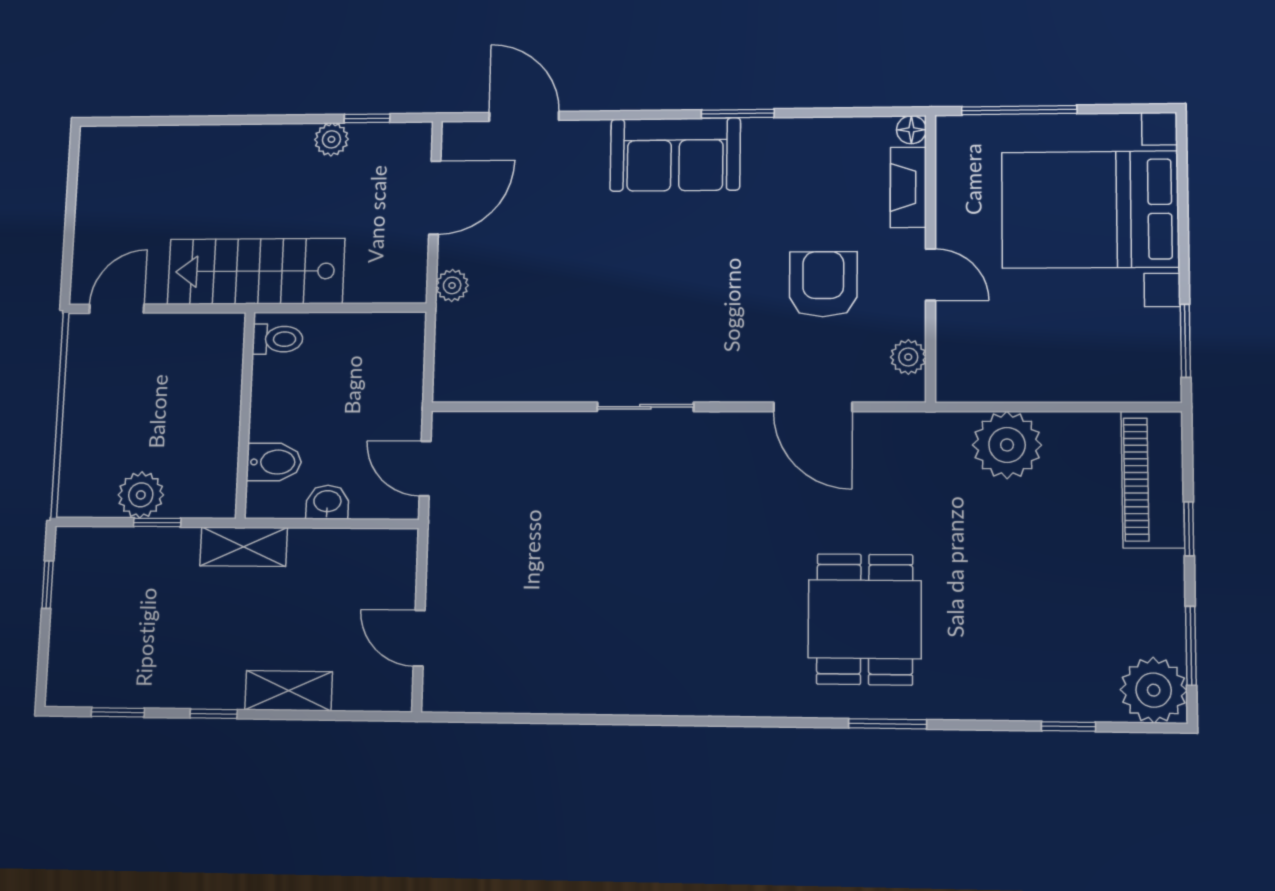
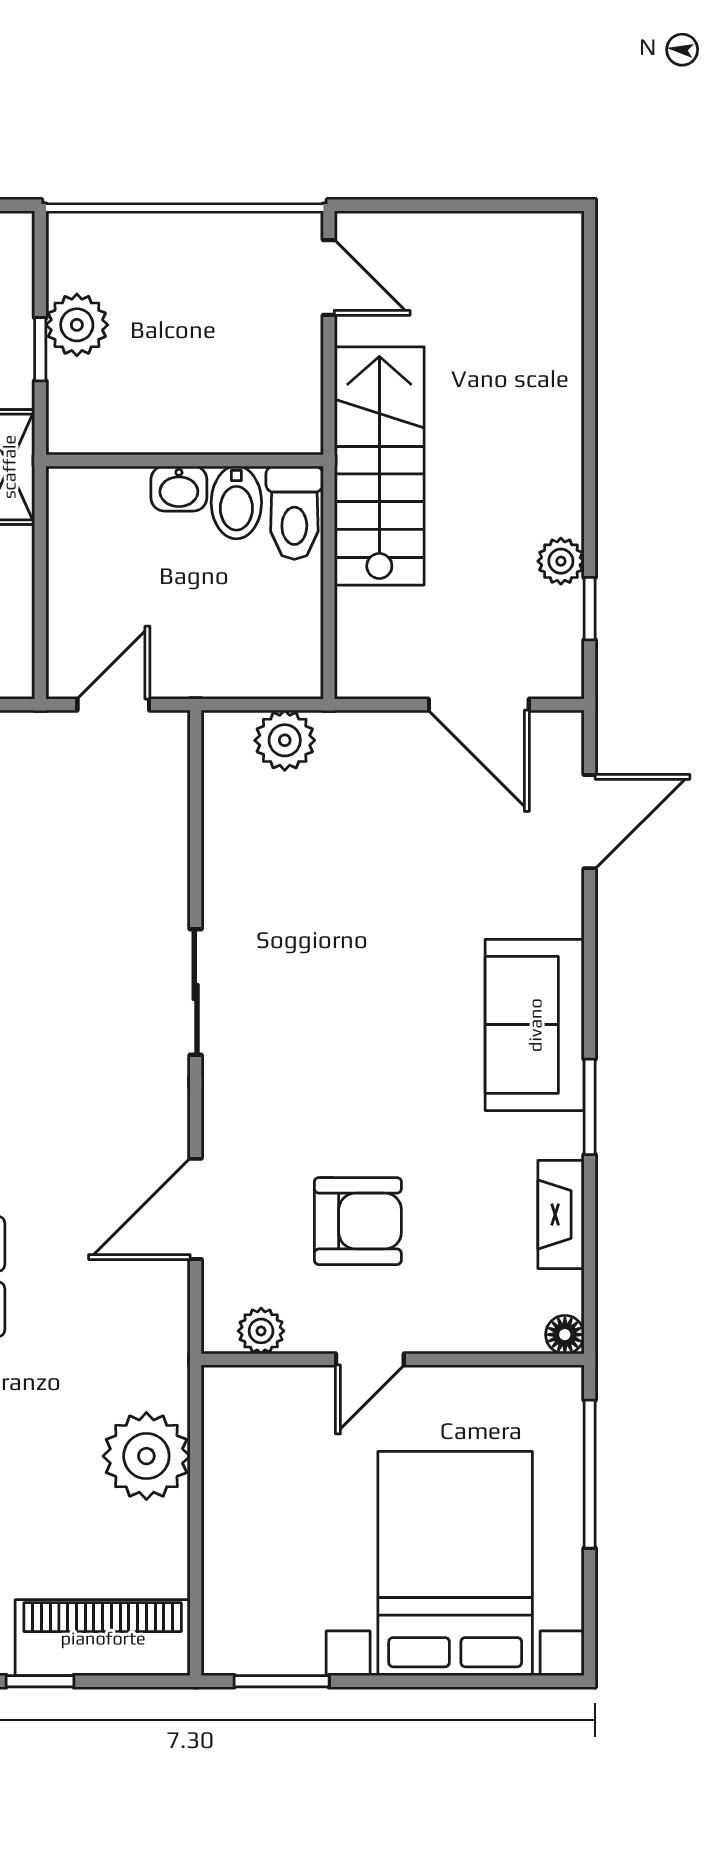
fireplace: (908, 187) -> (561, 1214), moved, turned -90
plant: (452, 285) -> (285, 740), moved, width x1.38, depth x1.38
toilet: (278, 339) -> (294, 513), width x1.37, depth x1.39
bidet: (274, 462) -> (236, 502), moved
washbasin: (327, 502) -> (179, 489), moved, turned 90

